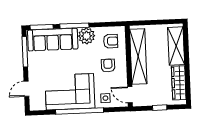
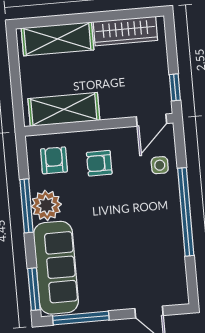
window: (74, 26) -> (27, 206), moved
shelving: (138, 56) -> (64, 109), width x0.68
corner sofa: (70, 92) -> (151, 231), removed
window: (160, 108) -> (175, 87), moved

